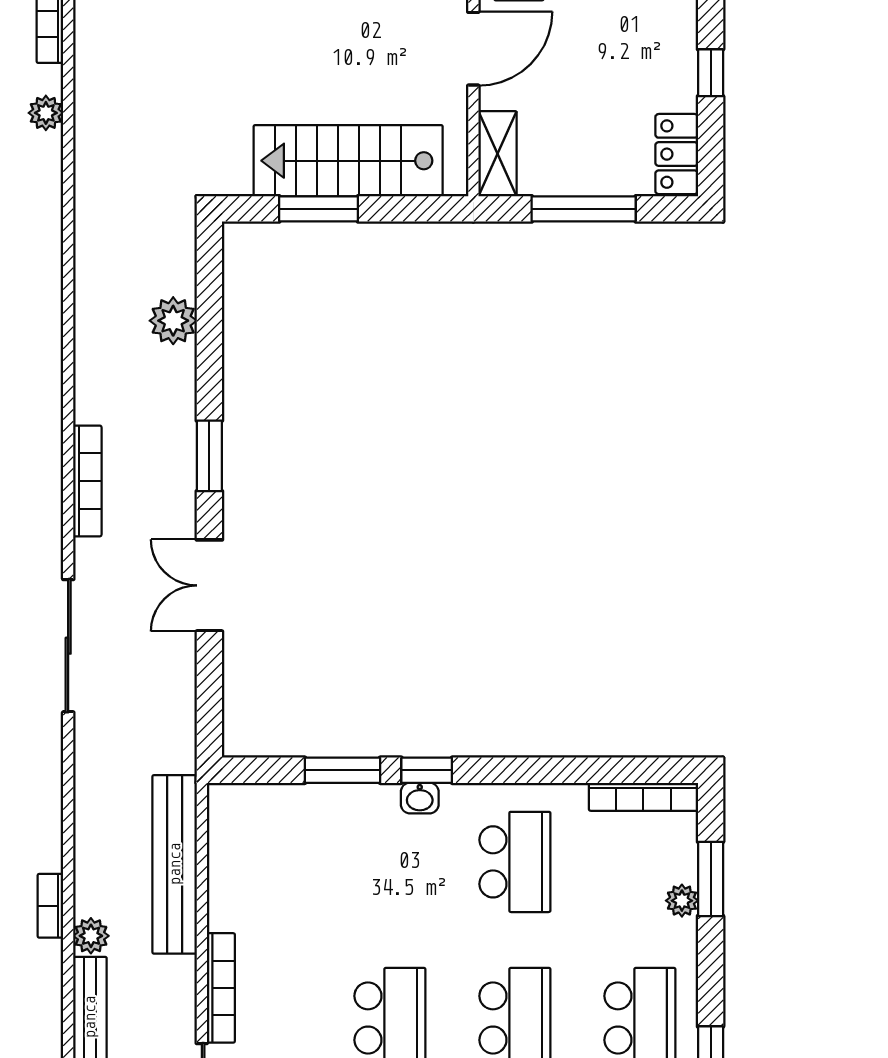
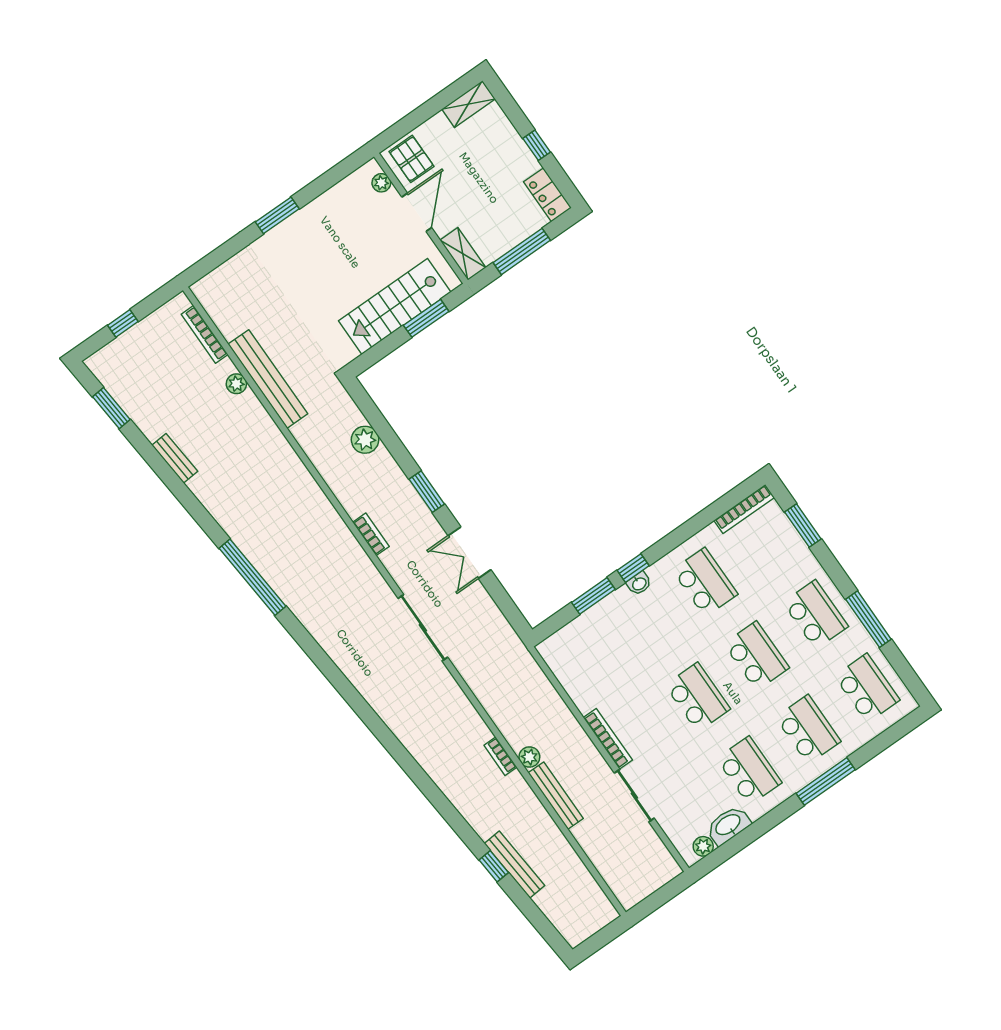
window: (319, 209) -> (426, 318), moved
bookcase: (87, 481) -> (371, 534), width x0.64
bench: (175, 864) -> (268, 379), moved
plant: (682, 901) -> (797, 545), removed

